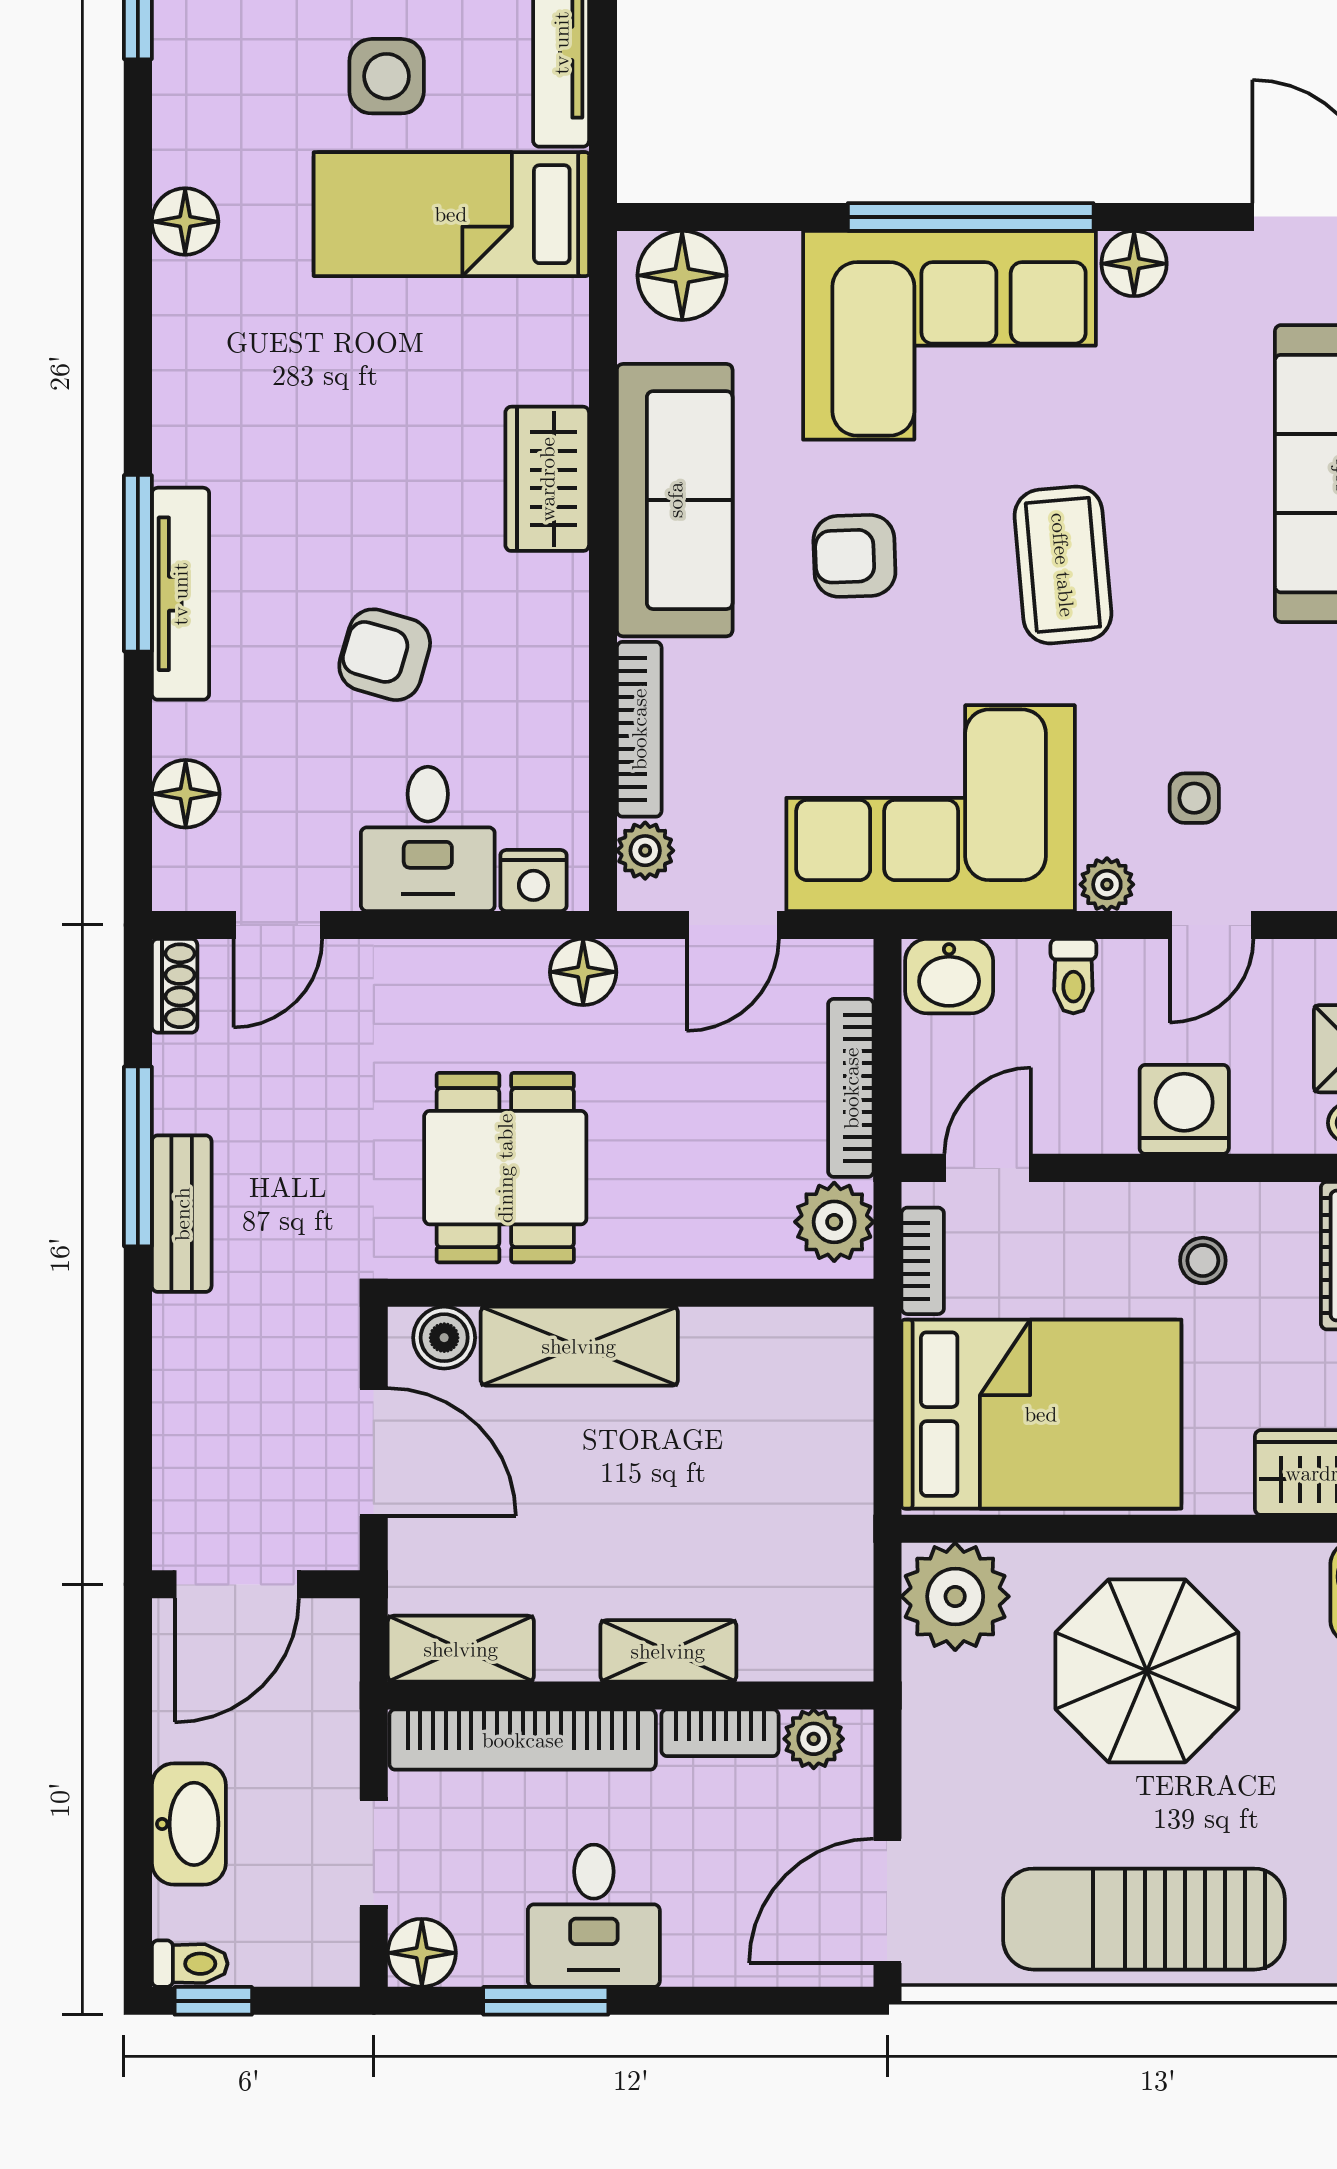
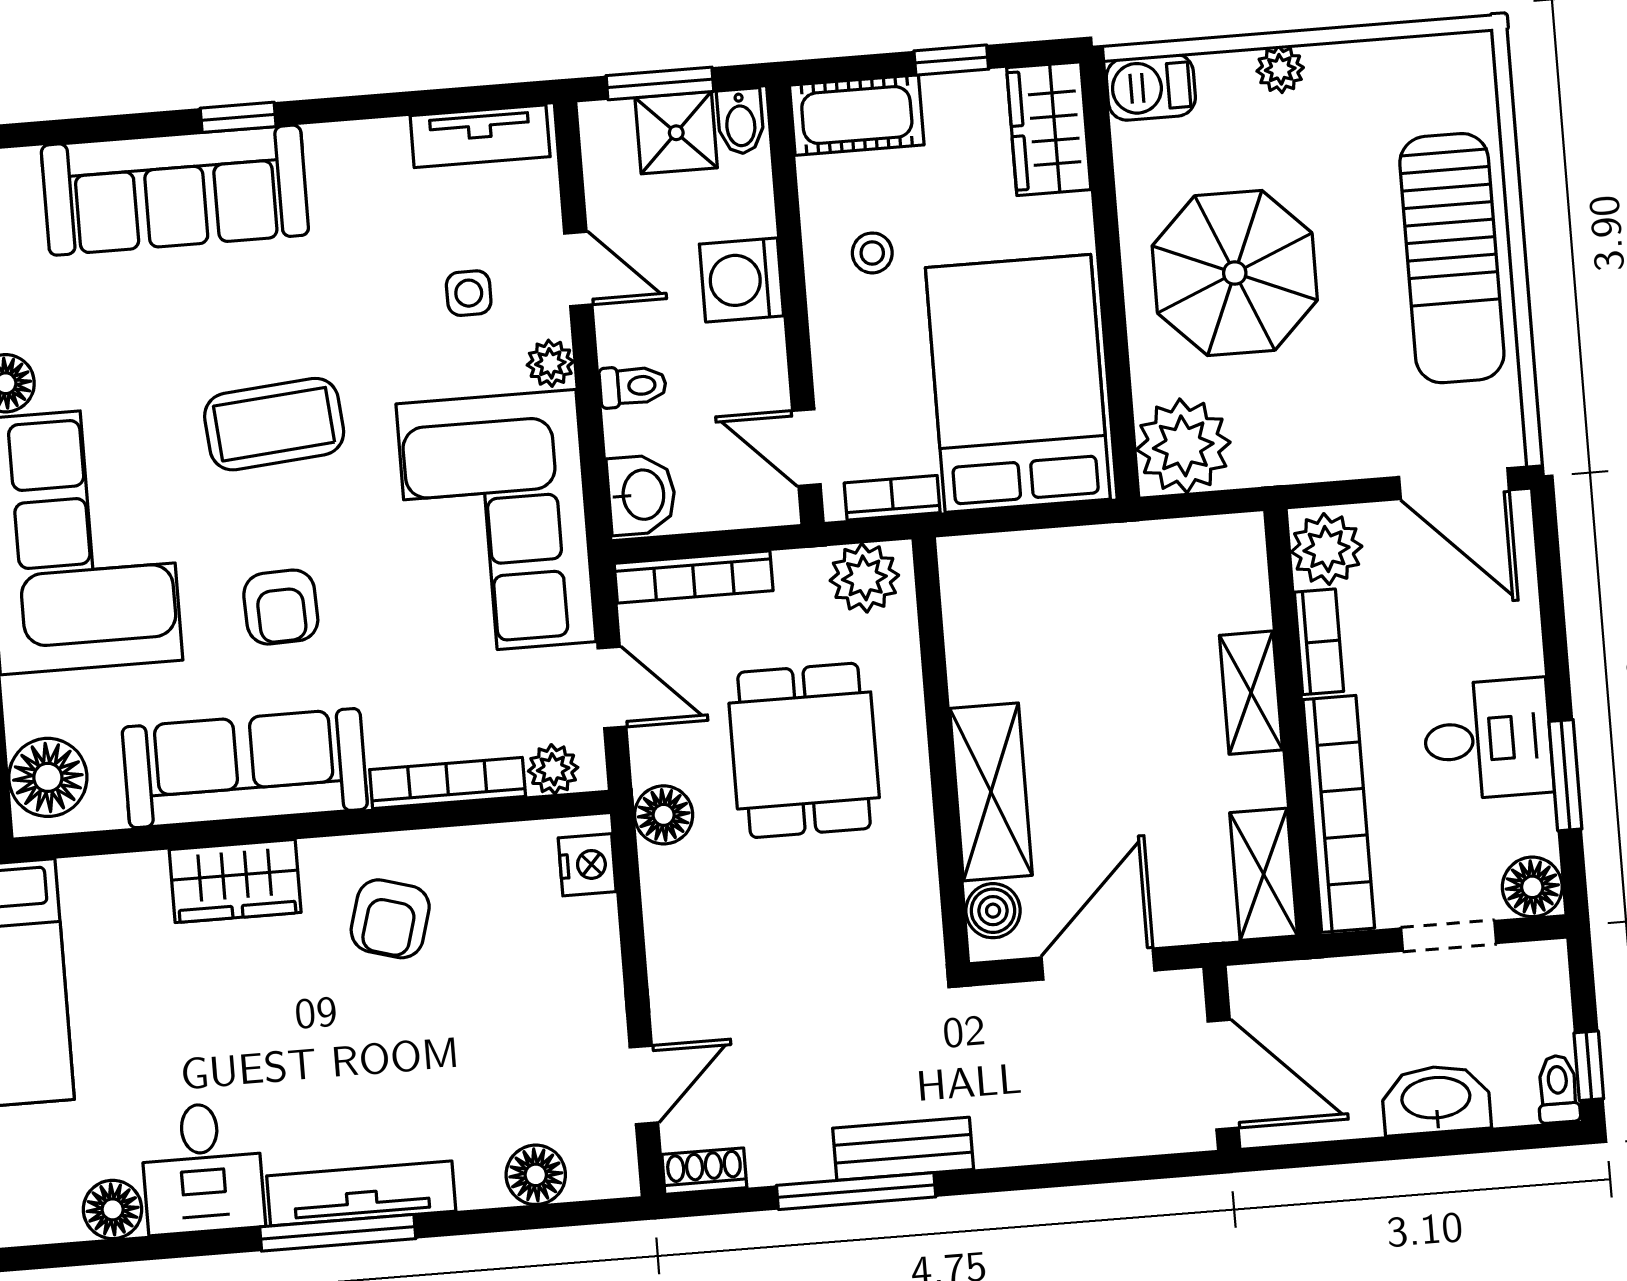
floor lamp: (185, 222) -> (113, 1209), moved
armchair: (385, 655) -> (390, 919), moved
desk: (428, 839) -> (202, 1168), moved, turned 90
door: (278, 925) -> (644, 1085), hinge flipped
bookcase: (851, 1088) -> (694, 577), moved
dining table: (505, 1168) -> (804, 750), moved, turned 90
plant: (814, 1739) -> (1327, 549), width x1.38, depth x1.38

